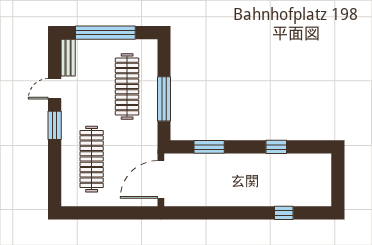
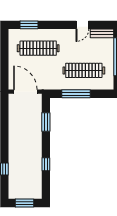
door: (55, 89) -> (82, 25), swing flipped
window: (55, 125) -> (29, 25), moved
window: (338, 181) -> (25, 203), added

